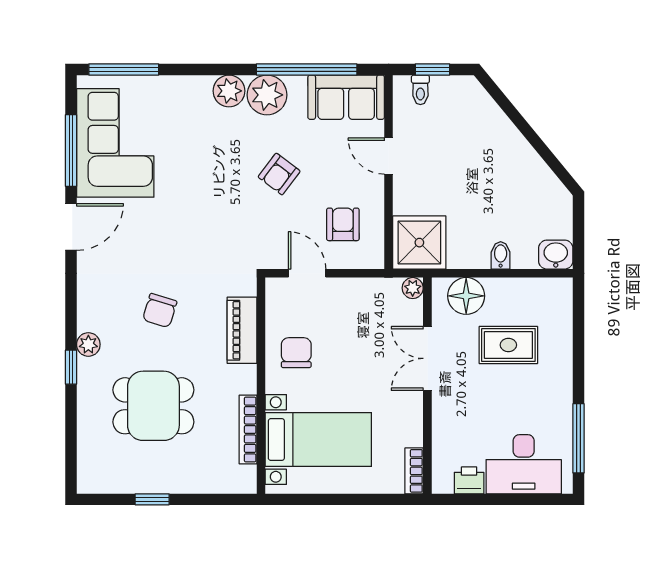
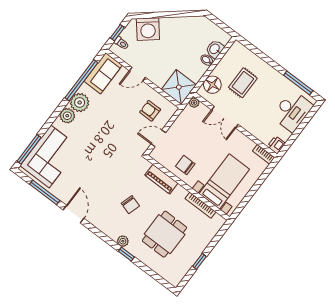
washing machine: (478, 116) -> (148, 29), added
corner sofa: (115, 143) -> (50, 157), moved, turned 90
armchair: (279, 174) -> (113, 121), removed
washbasin: (556, 255) -> (215, 49), moved
printer: (469, 480) -> (276, 145), moved

